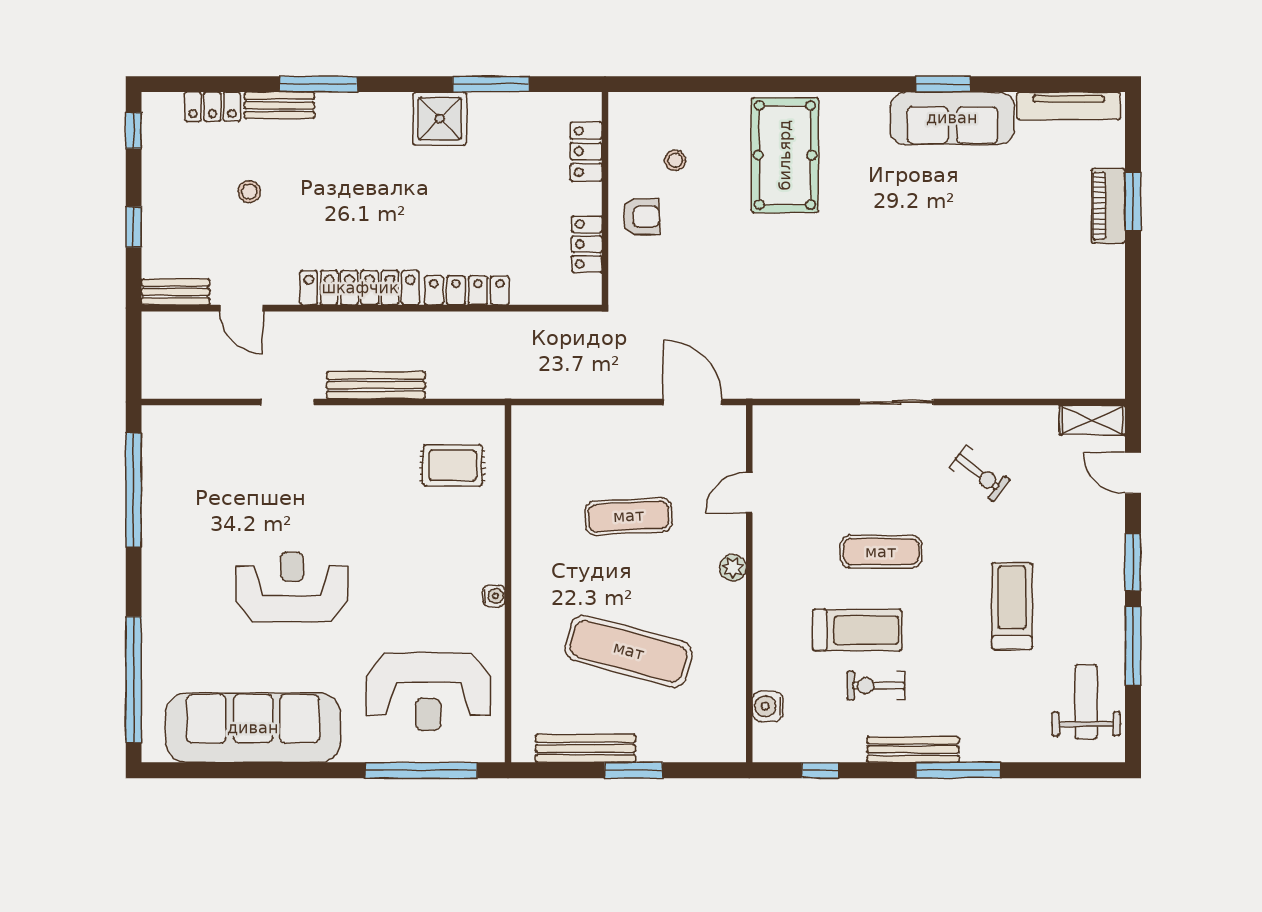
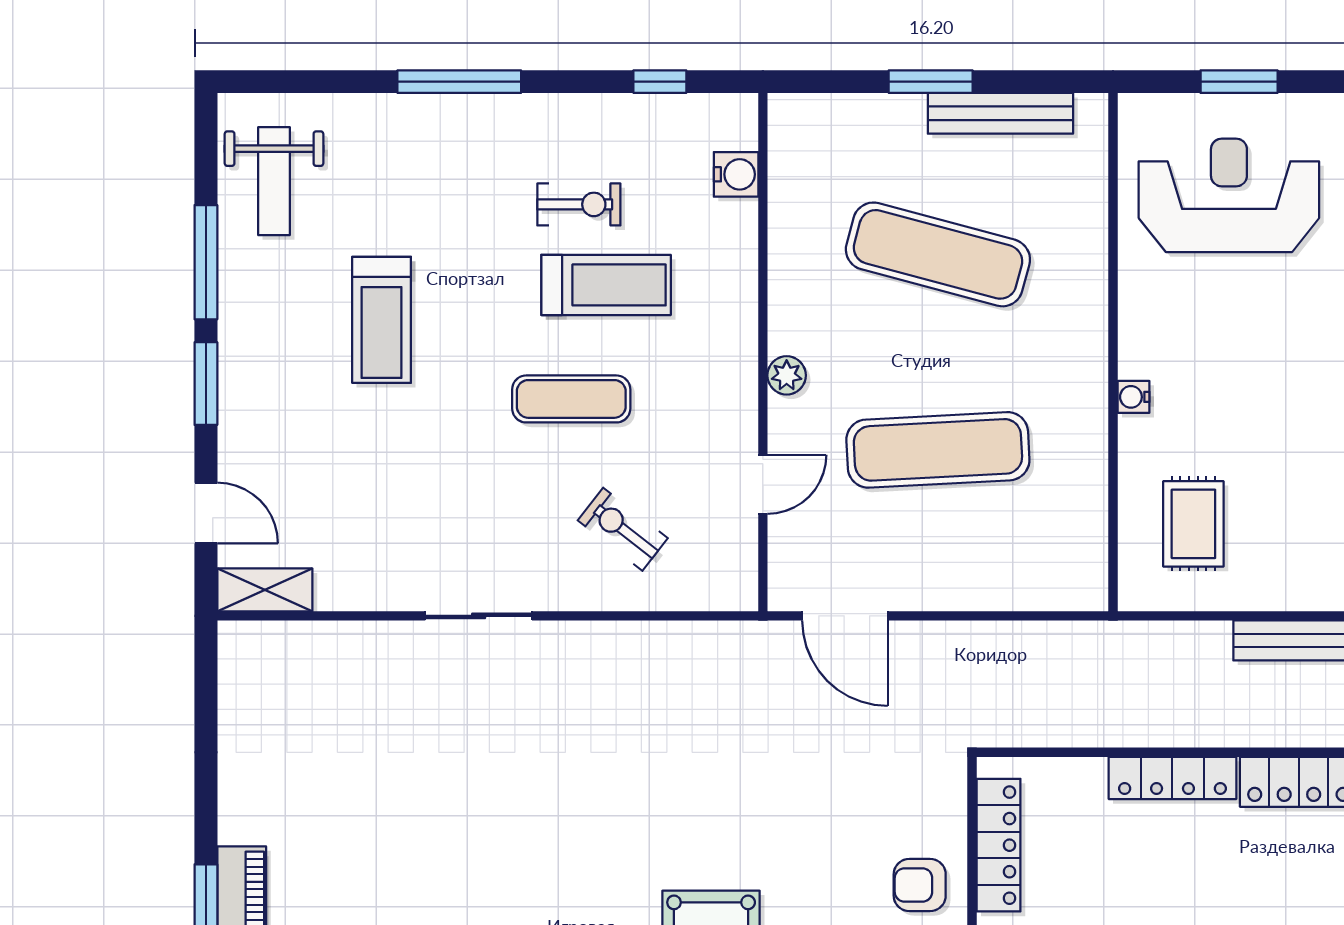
locker: (587, 244) -> (999, 845), width x1.53
sliding door: (897, 402) -> (479, 616), moved
rug: (453, 466) -> (1193, 524), turned 90
exercise bike: (979, 474) -> (623, 529), moved
exercise mat: (629, 516) -> (938, 450), width x1.36, depth x1.45
water cooler: (494, 596) -> (1133, 397), moved
treadmill: (857, 630) -> (606, 285), turned 180
bench: (913, 750) -> (525, 112), removed
window: (421, 770) -> (1239, 82), width x0.47

